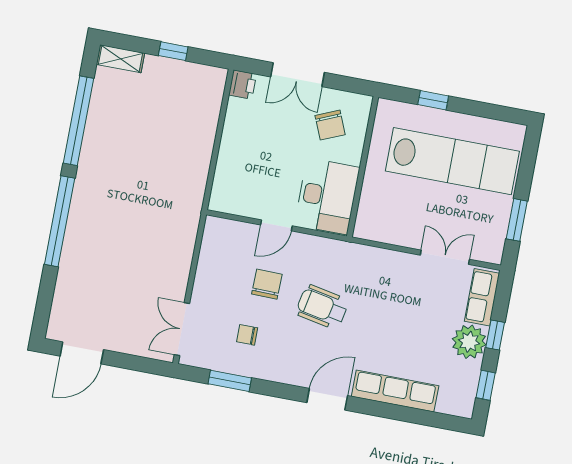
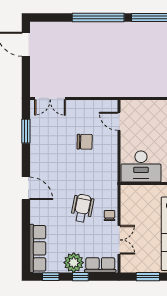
door: (276, 225) -> (119, 121), moved
wheelchair: (322, 307) -> (82, 208), moved
double door: (182, 329) -> (50, 98), swing flipped
chair: (247, 335) -> (109, 215), moved
row of seats: (395, 391) -> (38, 248), moved

